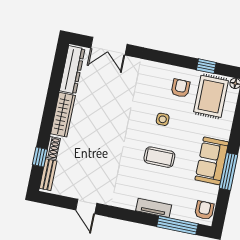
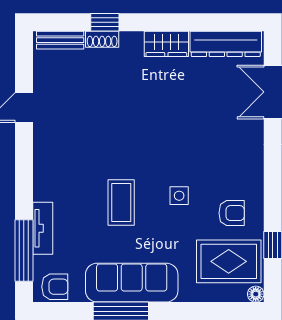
wardrobe: (63, 115) -> (166, 44), width x0.67
window: (40, 157) -> (105, 22), moved
sofa: (212, 161) -> (132, 283), width x1.36
tv unit: (154, 208) -> (43, 228), moved

